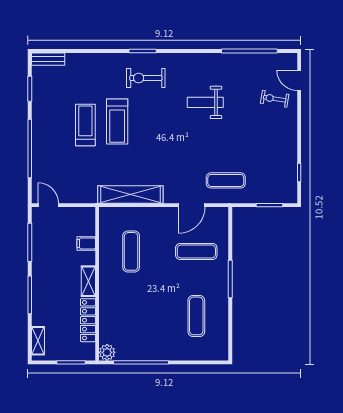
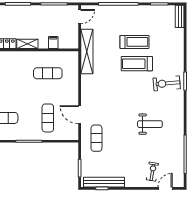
exercise bike: (146, 78) -> (167, 83), turned -95
weight bench: (205, 102) -> (150, 124), turned 90
bench: (290, 169) -> (104, 182), added
shelving: (130, 194) -> (87, 52), moved

